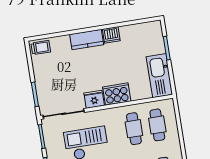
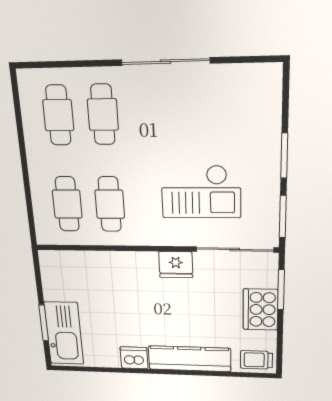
kitchen counter: (87, 39) -> (189, 359), width x1.50
kitchen sink: (159, 76) -> (64, 333), moved
cooker: (117, 94) -> (260, 310), moved, turned 90

